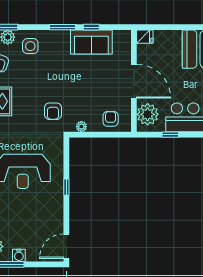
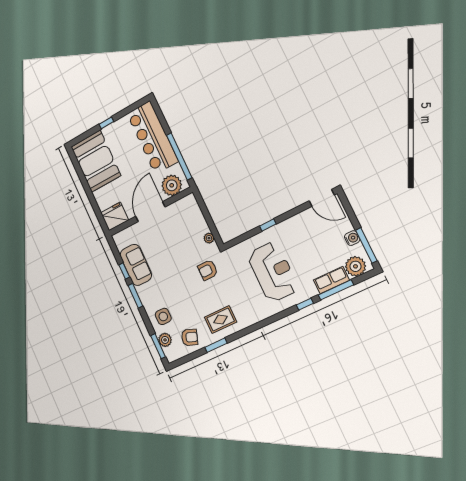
fridge: (145, 37) -> (115, 216), width x1.88, depth x1.34
armchair: (53, 111) -> (208, 270), turned 180
armchair: (111, 119) -> (190, 216), removed
window: (170, 135) -> (179, 156), width x3.17

